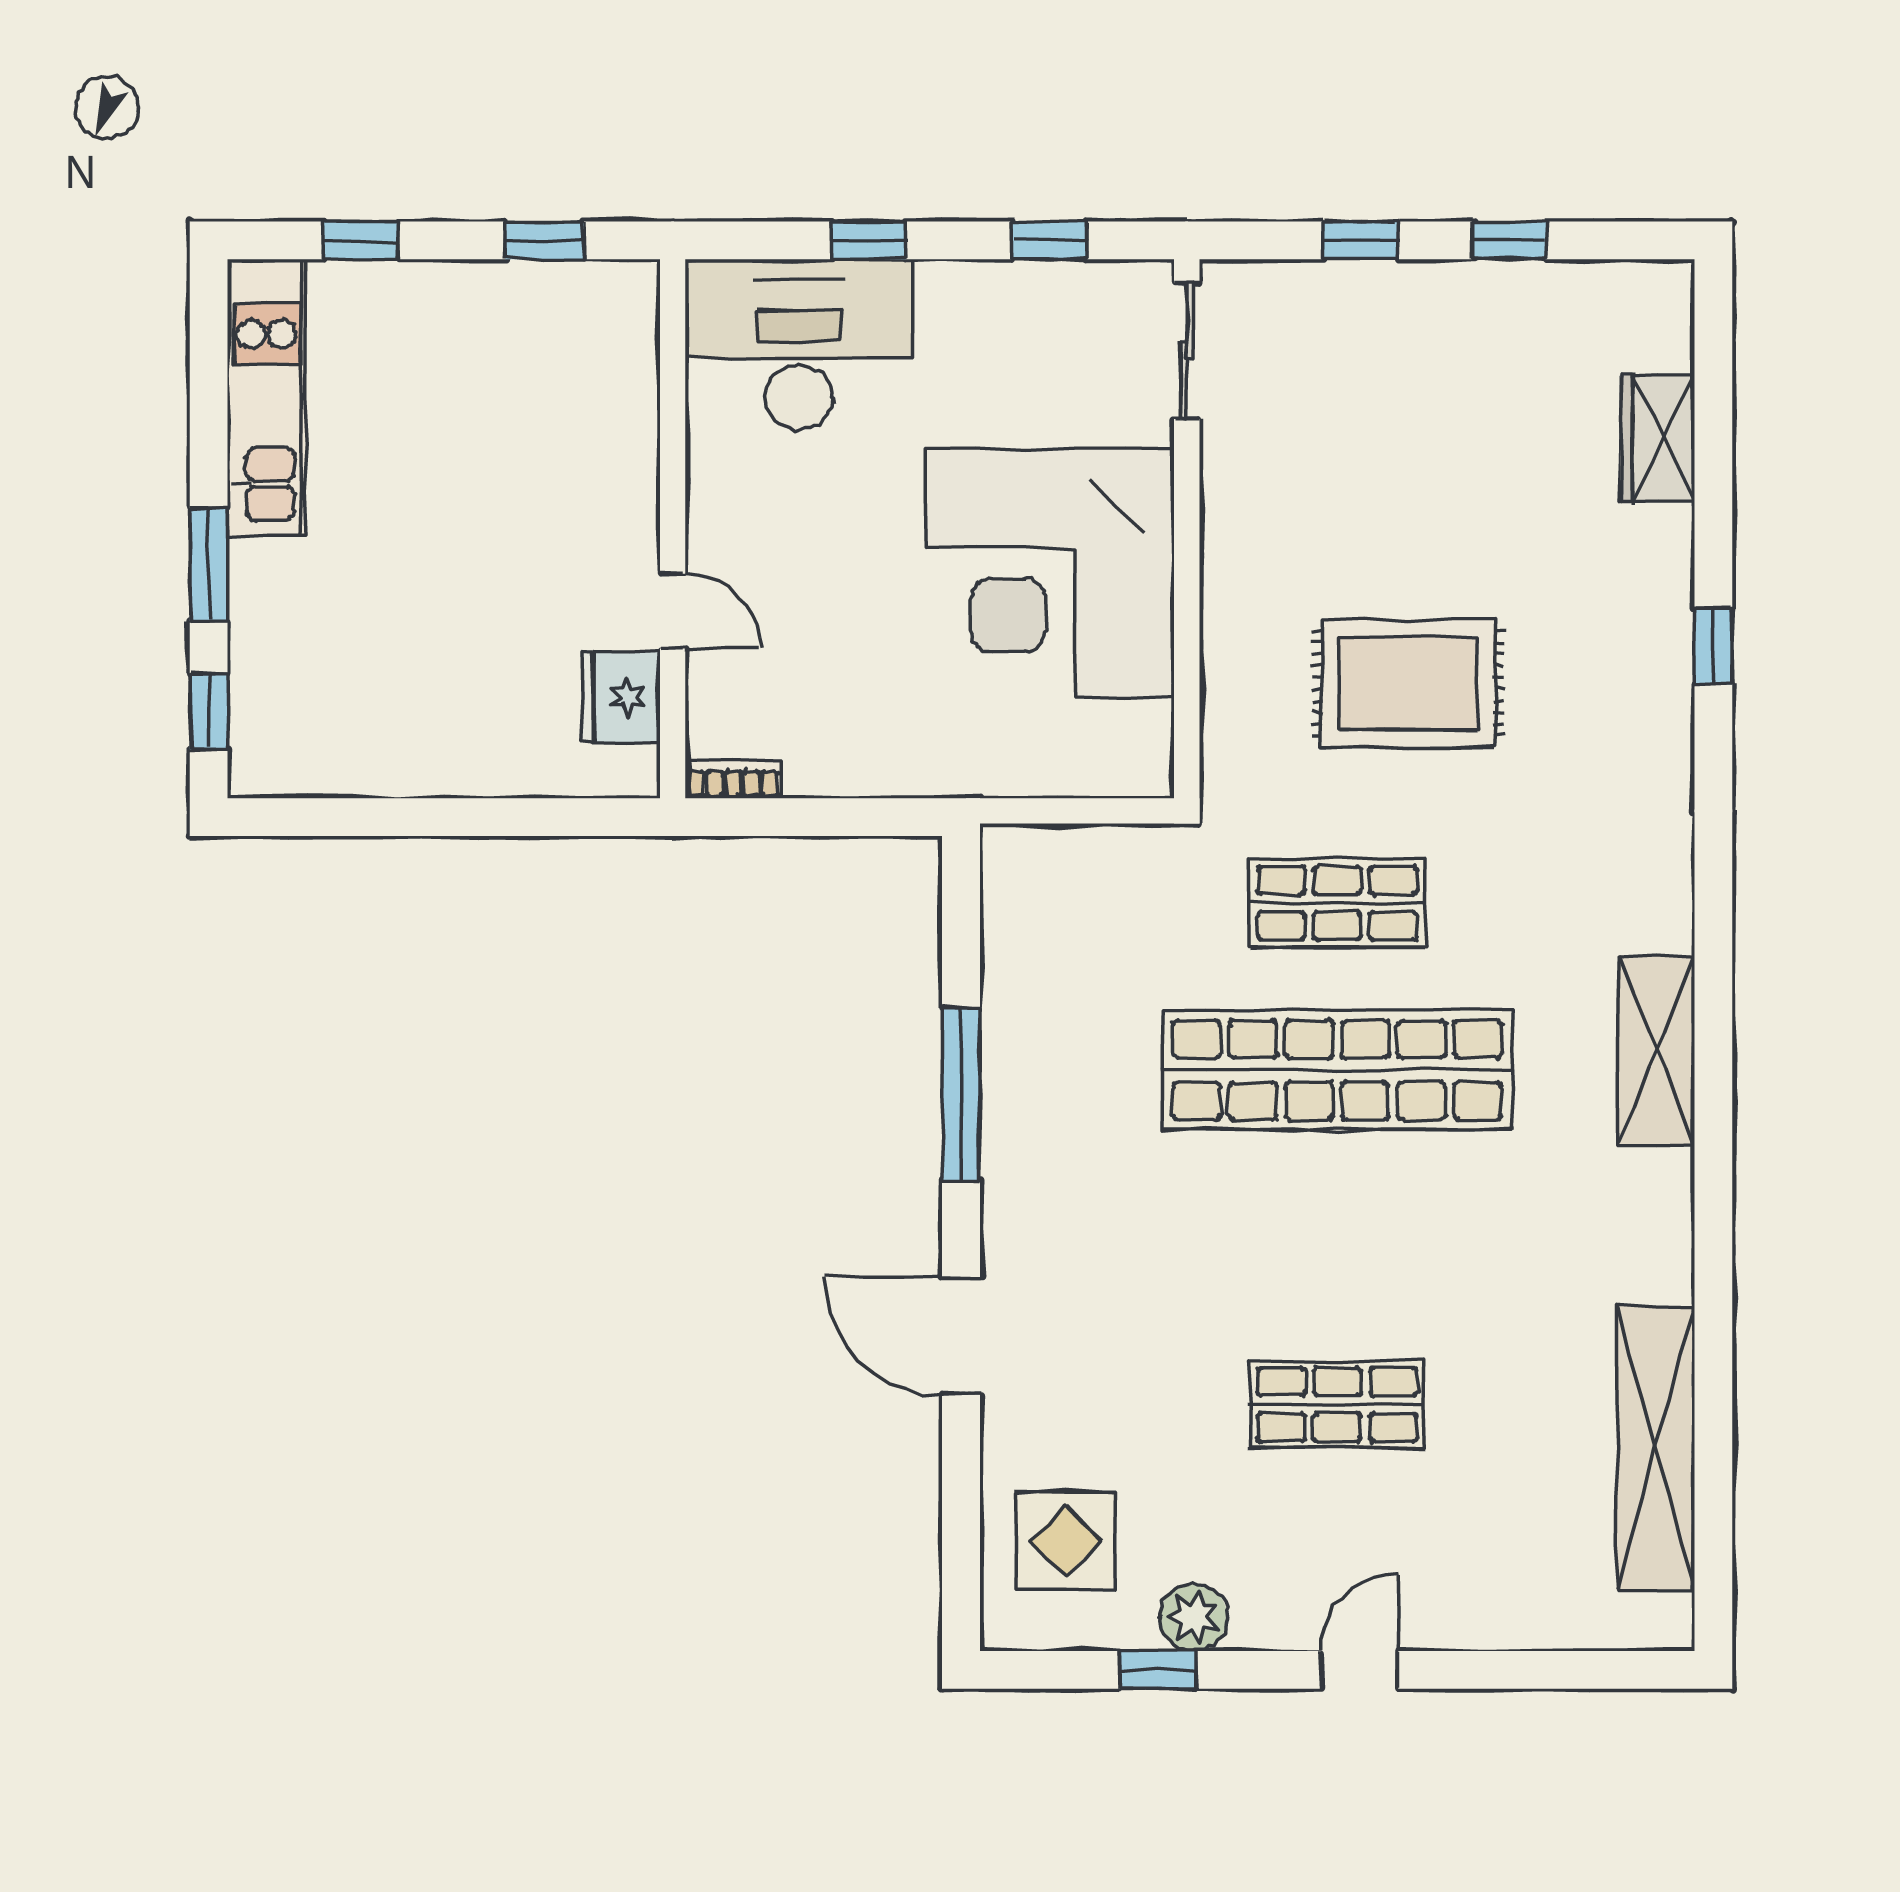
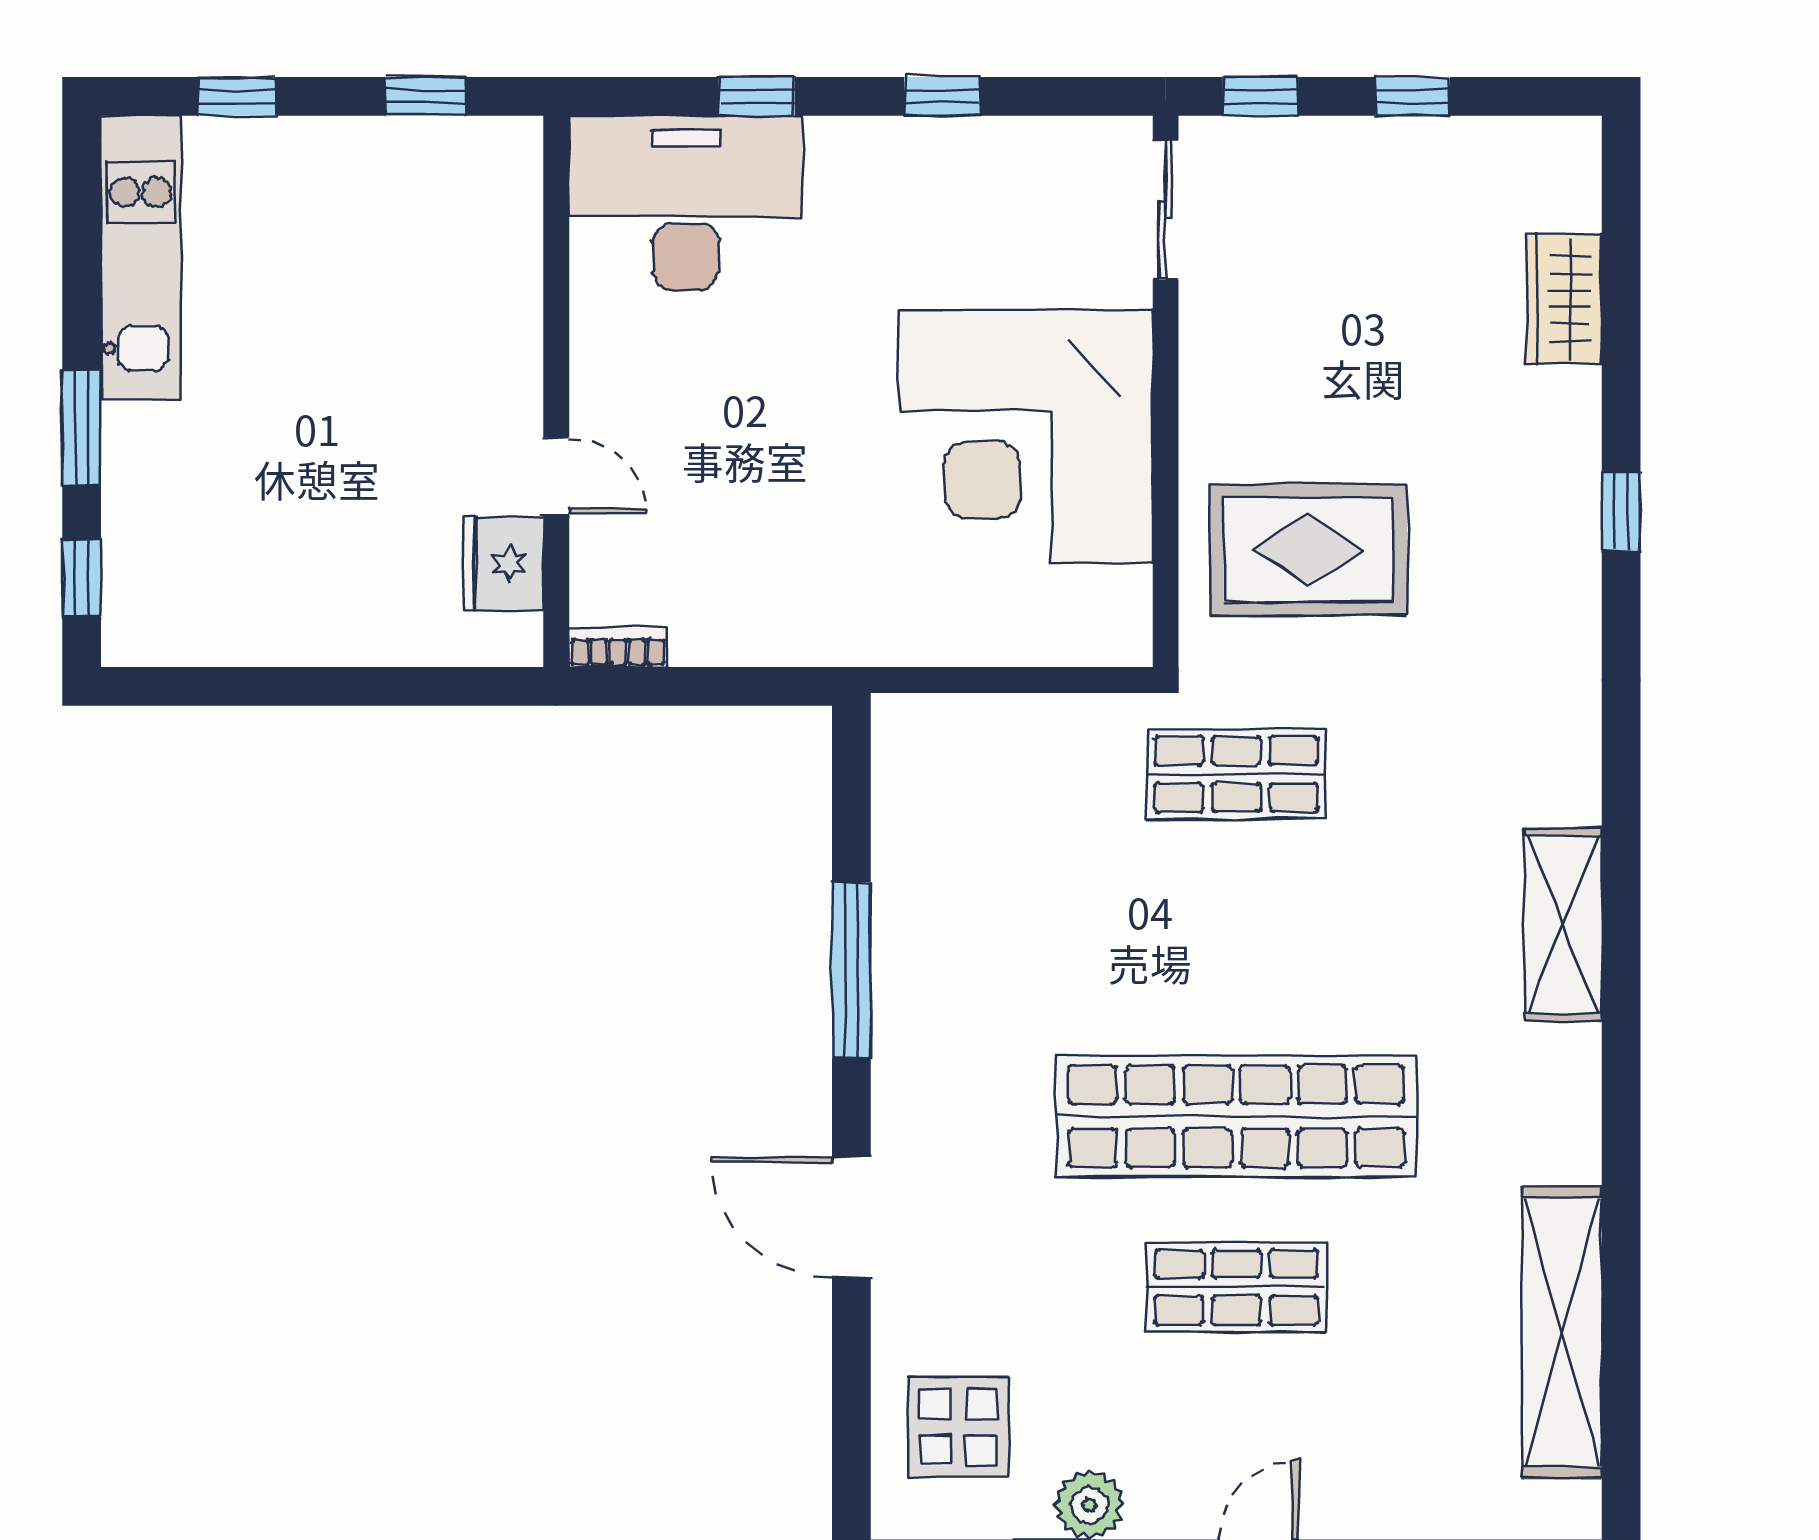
sliding door: (1187, 351) -> (1166, 209), moved
wall: (1187, 529) -> (1166, 391), moved
corner desk: (1050, 573) -> (1026, 437), moved
shop shelf: (1337, 1070) -> (1236, 1116), moved

